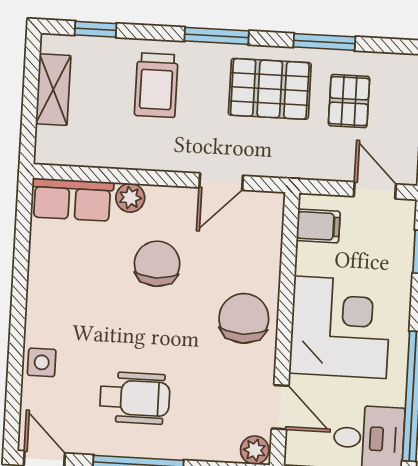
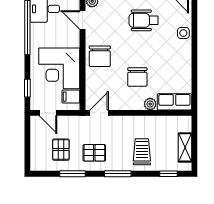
pallet: (270, 89) -> (94, 153), width x0.67, depth x0.71
door: (221, 182) -> (99, 113), moved
corner desk: (340, 327) -> (59, 68), moved

